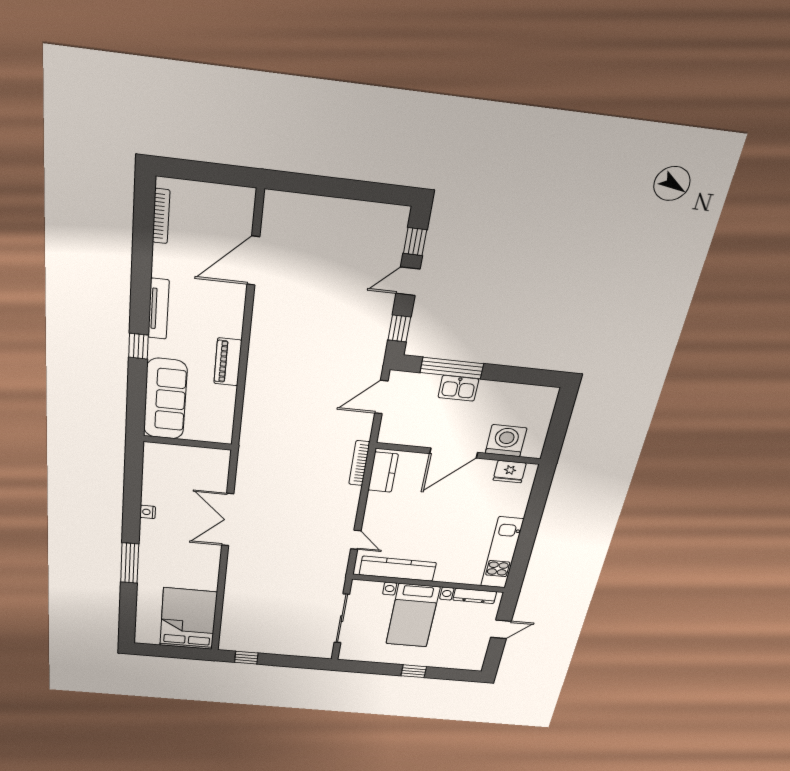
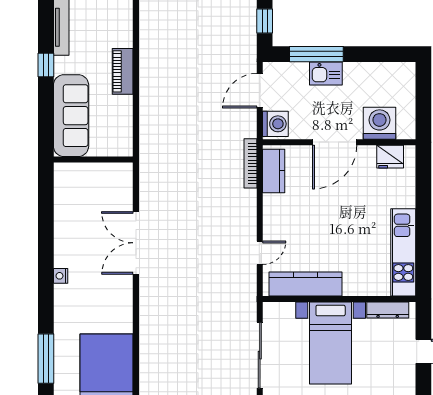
washing machine: (393, 430) -> (275, 124), added
nightstand: (148, 512) -> (61, 276), moved
door: (356, 540) -> (260, 253), hinge flipped
window: (130, 563) -> (46, 359), moved

